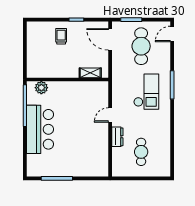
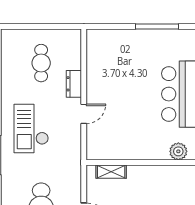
checkout: (146, 92) -> (31, 129), moved

